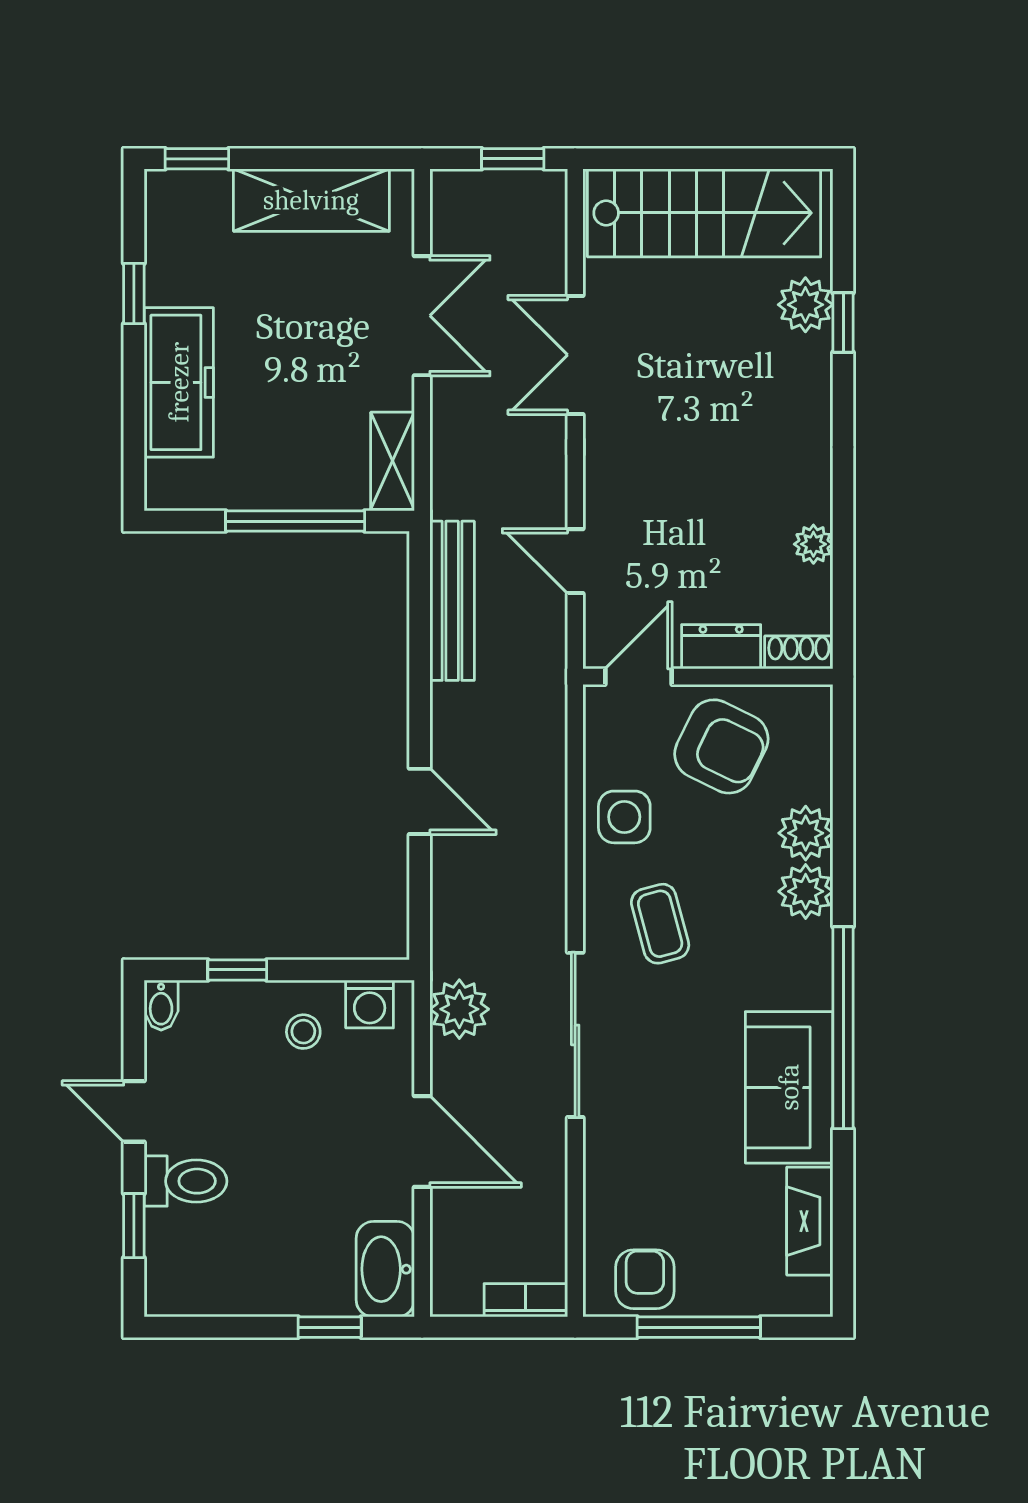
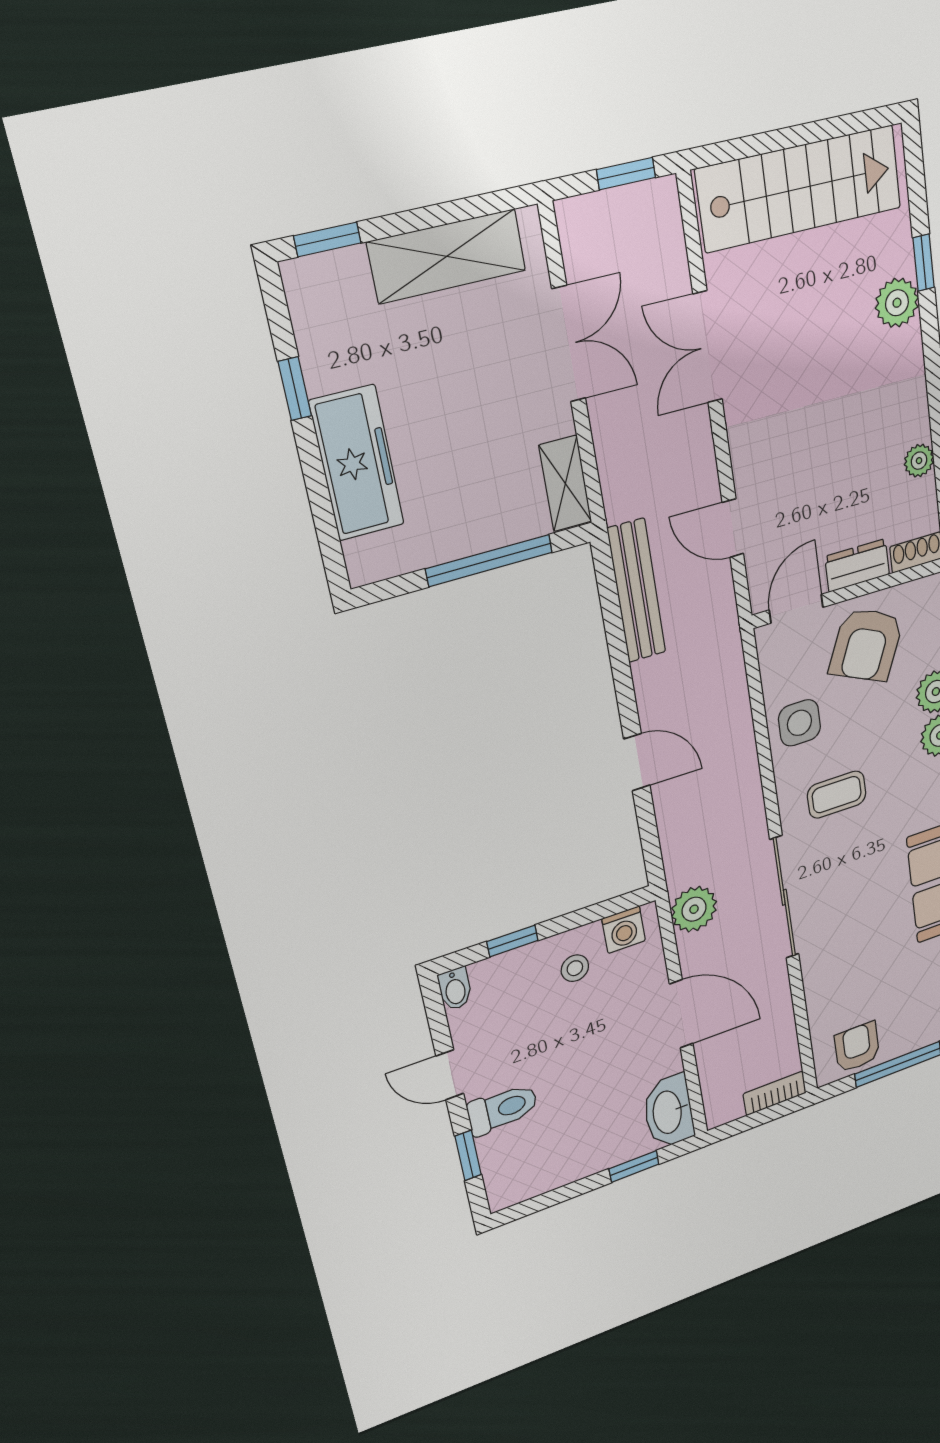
plant: (805, 305) -> (897, 303), moved
armchair: (721, 746) -> (866, 645), turned 88
coffee table: (660, 924) -> (837, 795), turned -75

